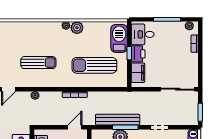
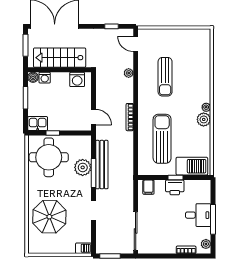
desk: (143, 34) -> (198, 215), moved, turned 90
filing cabinet: (138, 73) -> (148, 187), width x0.50

